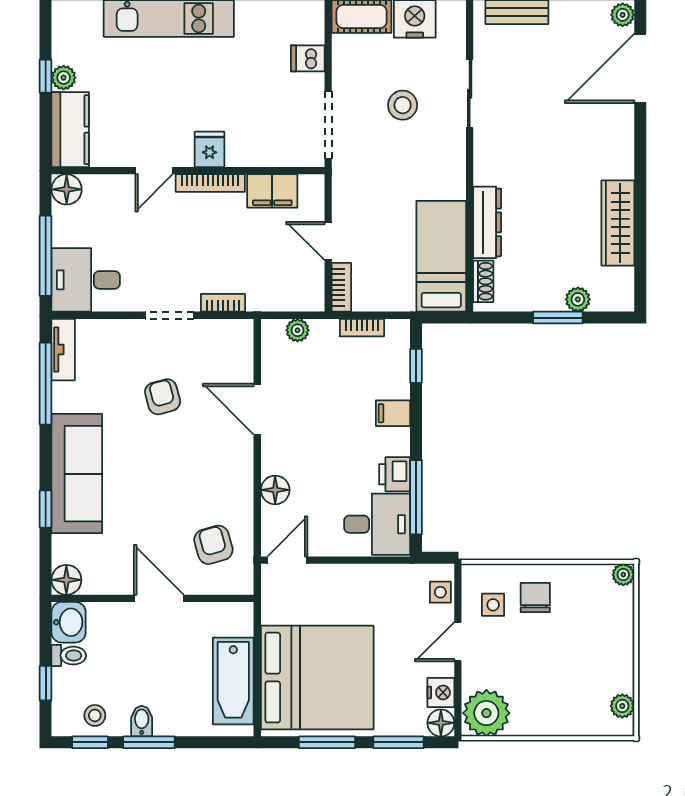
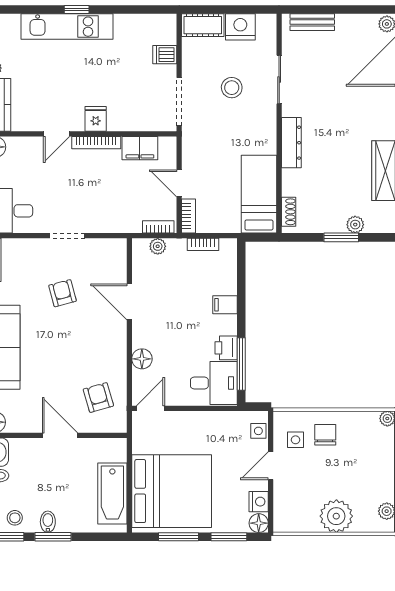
dresser: (487, 222) -> (291, 143), moved
bookcase: (223, 303) -> (158, 227), moved
window: (416, 366) -> (241, 271), removed
plant: (486, 713) -> (336, 516), moved

